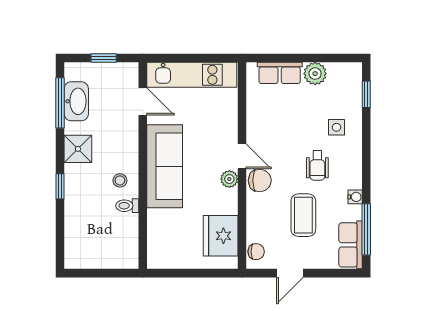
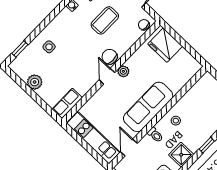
row of seats: (280, 73) -> (67, 103), moved, turned -90
wheelchair: (317, 165) -> (76, 38), removed
toilet: (127, 206) -> (155, 135), moved
fridge: (221, 236) -> (165, 45), moved, turned 90

